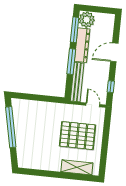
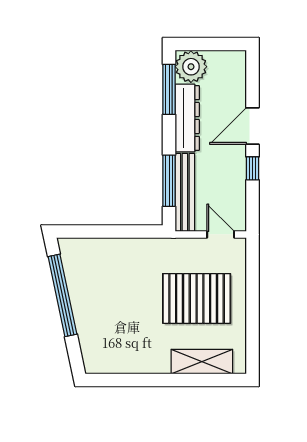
window: (71, 61) -> (169, 181), moved
window: (111, 87) -> (253, 168), moved

